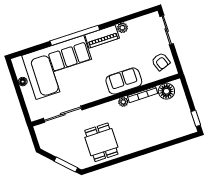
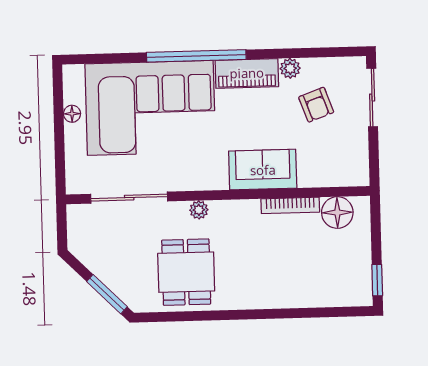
armchair: (161, 62) -> (316, 105), moved
plant: (123, 102) -> (199, 210), moved

